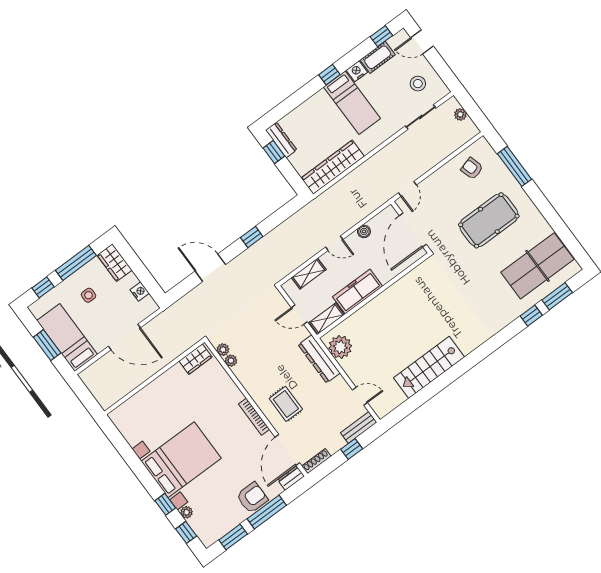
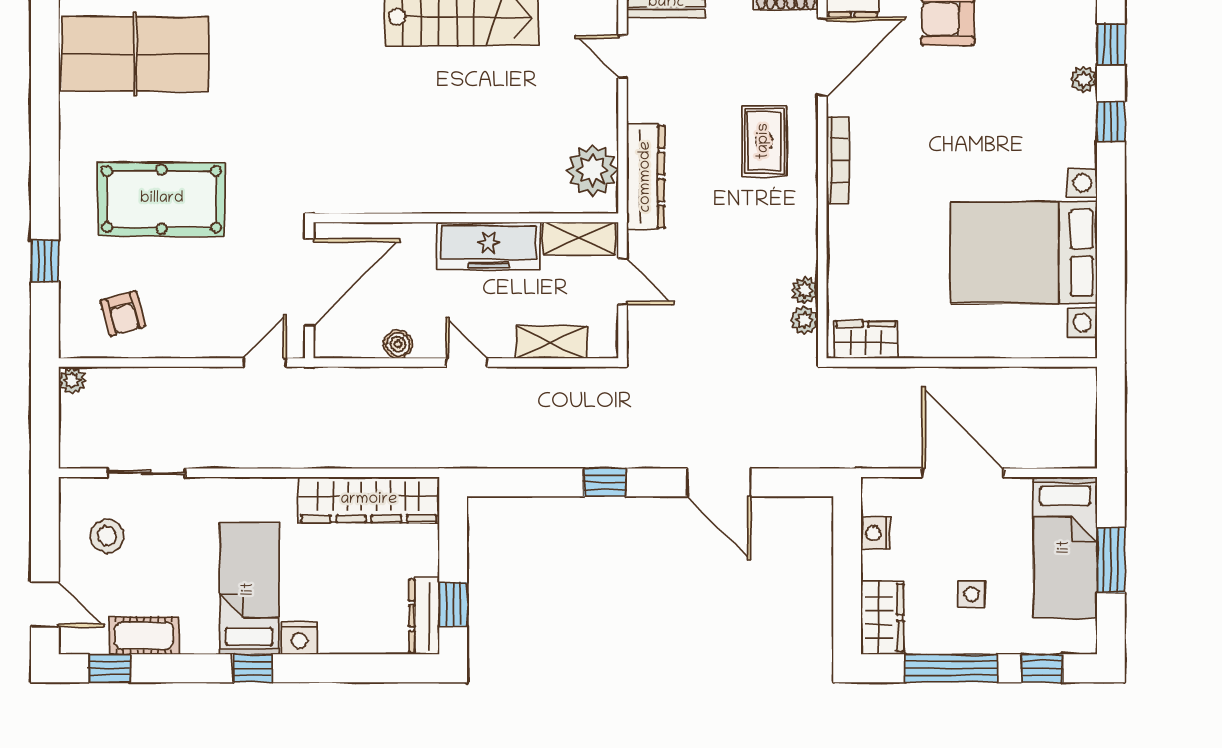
nightstand: (357, 71) -> (300, 638), moved
plant: (460, 114) -> (72, 380), moved
window: (514, 166) -> (45, 261), width x0.46
bed with nightstands: (181, 460) -> (1024, 253), moved

